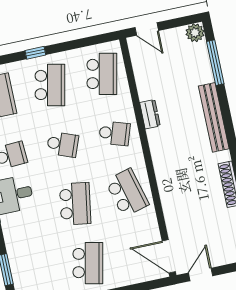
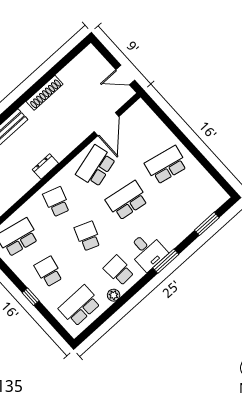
school desk: (50, 85) -> (49, 272), width x0.54
dresser: (150, 114) -> (45, 167), moved
door: (169, 256) -> (107, 124), moved

